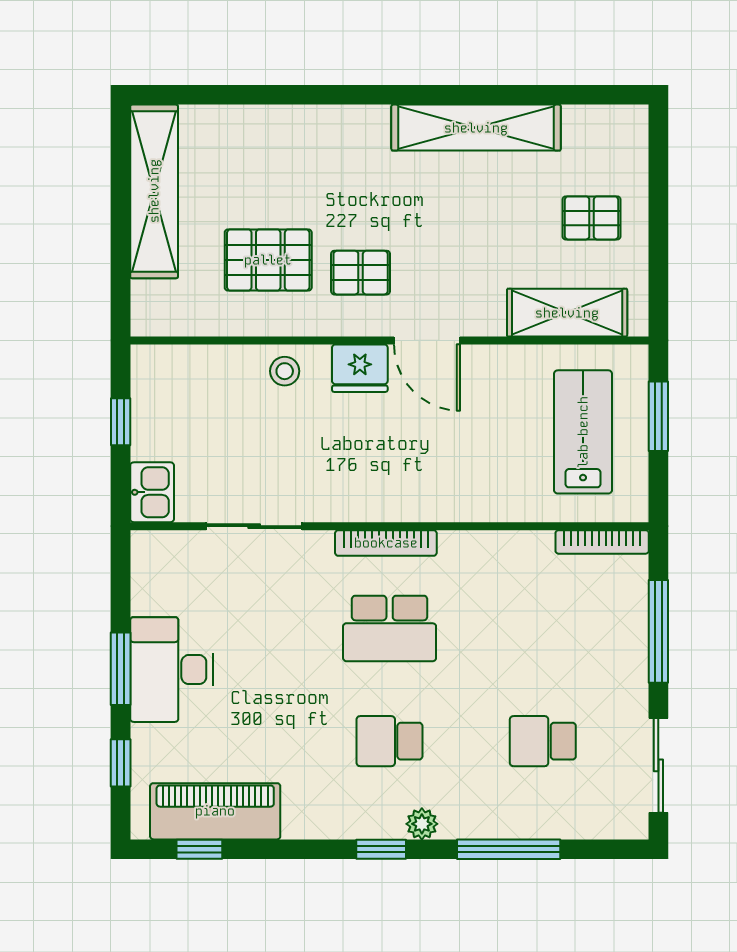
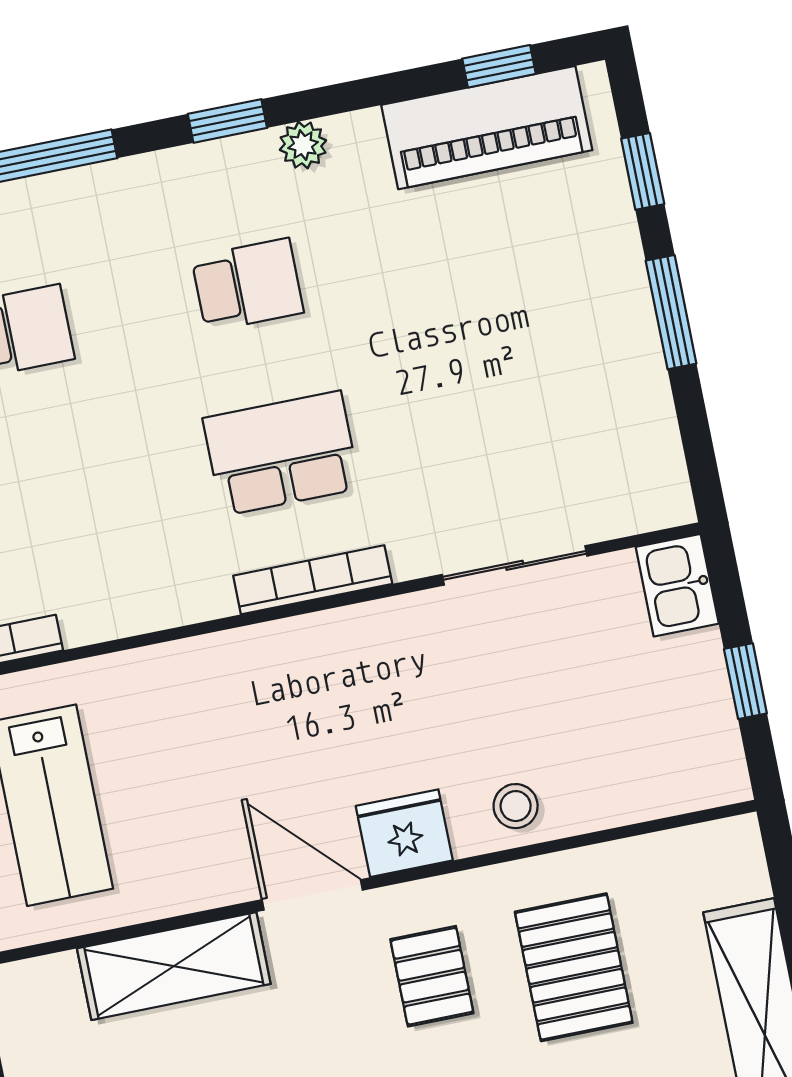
pallet: (268, 260) -> (574, 967), turned 90
pallet: (361, 273) -> (432, 976), turned 90
shelving: (567, 313) -> (174, 966), moved
desk: (172, 670) -> (595, 326), removed
plant: (422, 824) -> (303, 145), moved

